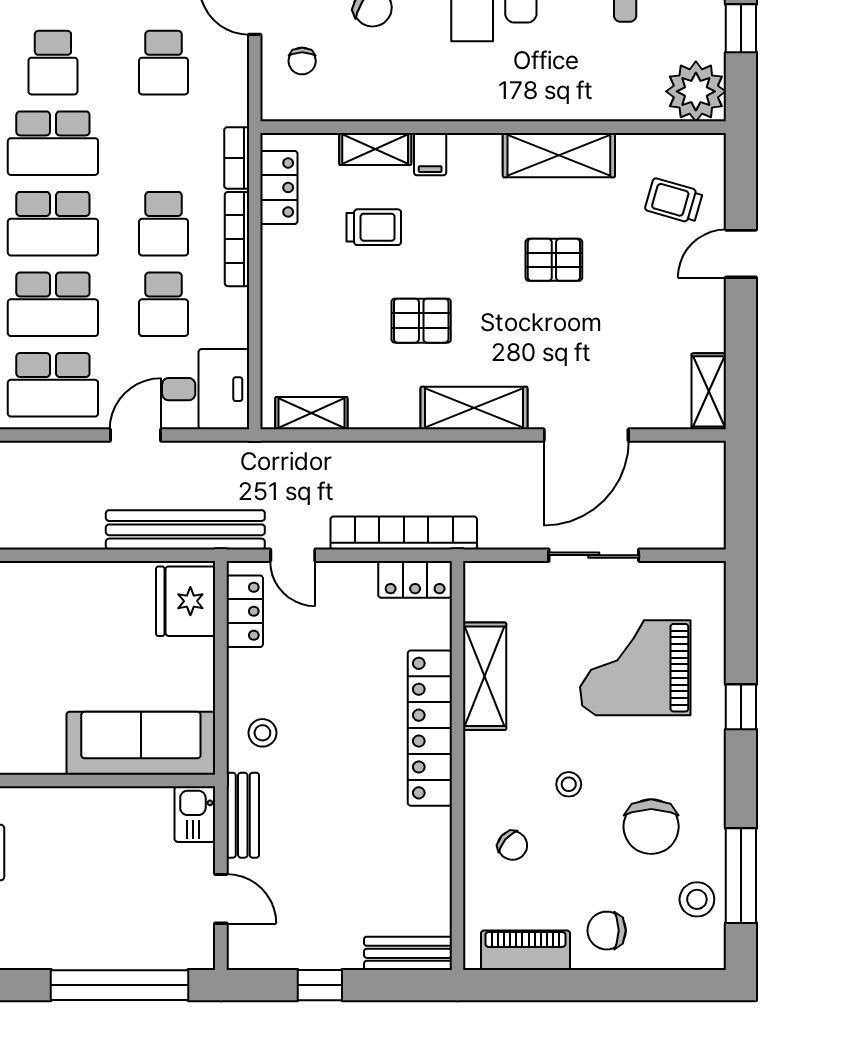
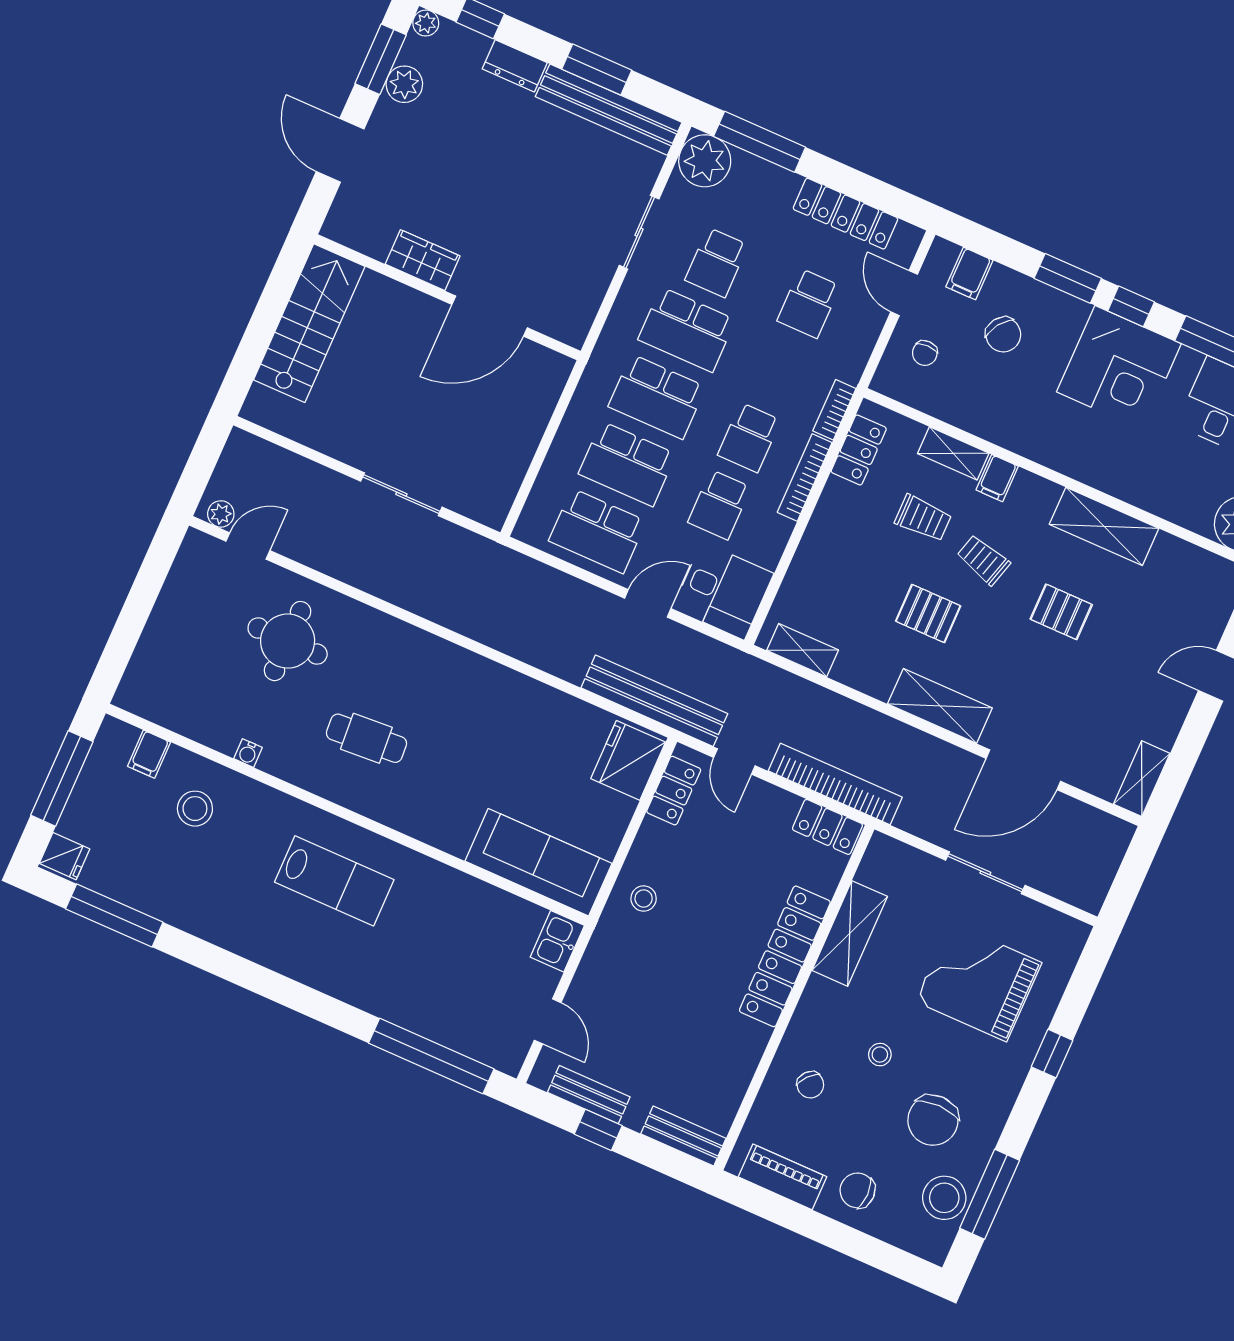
trolley: (674, 201) -> (983, 560), moved
bench: (243, 815) -> (589, 1095), moved, turned 90
stool: (697, 899) -> (944, 1198), width x1.38, depth x1.38

